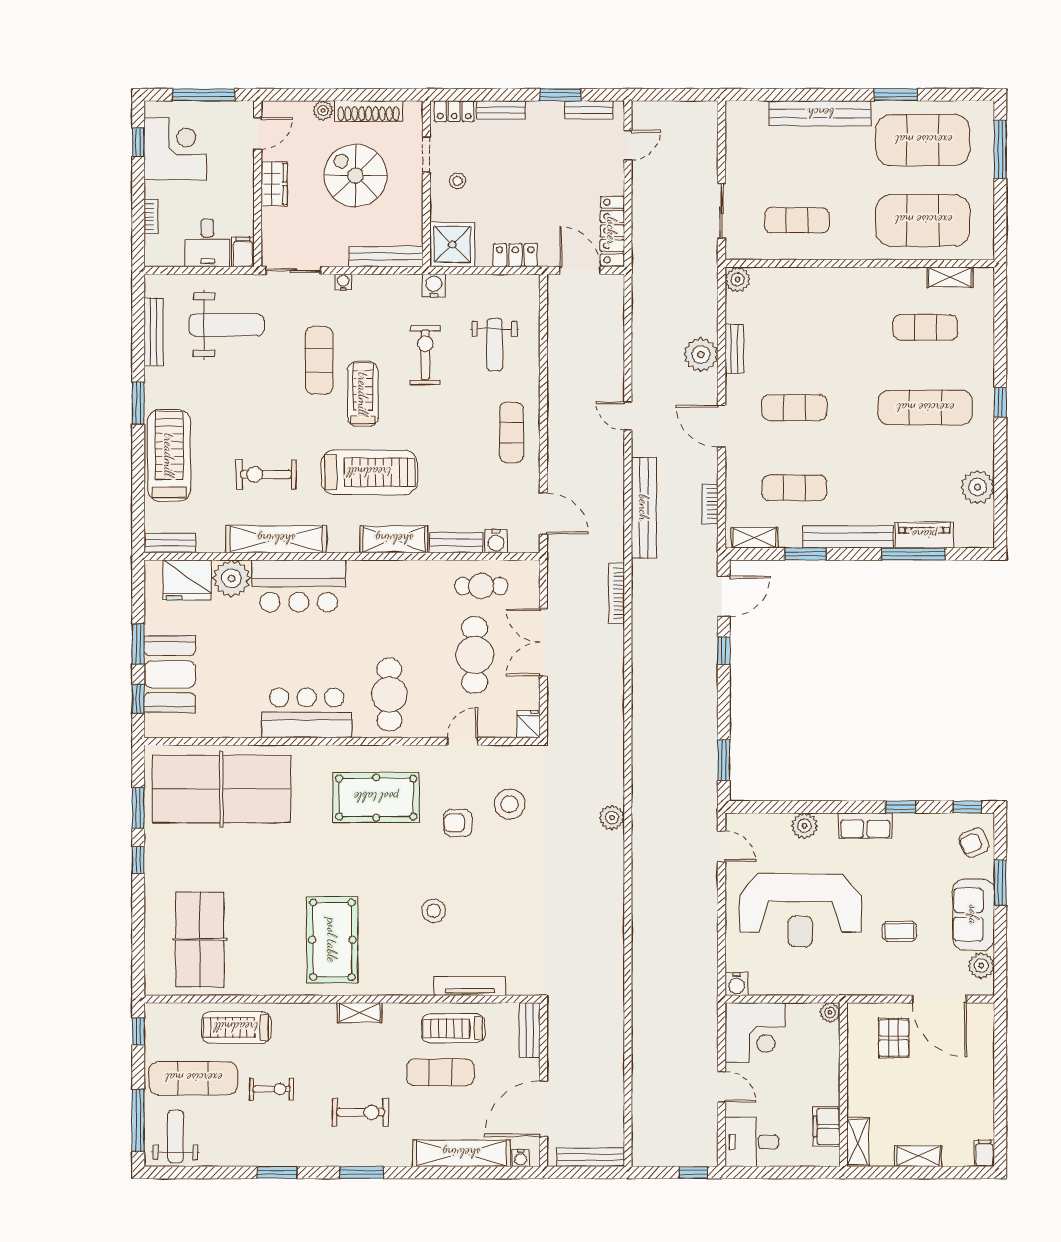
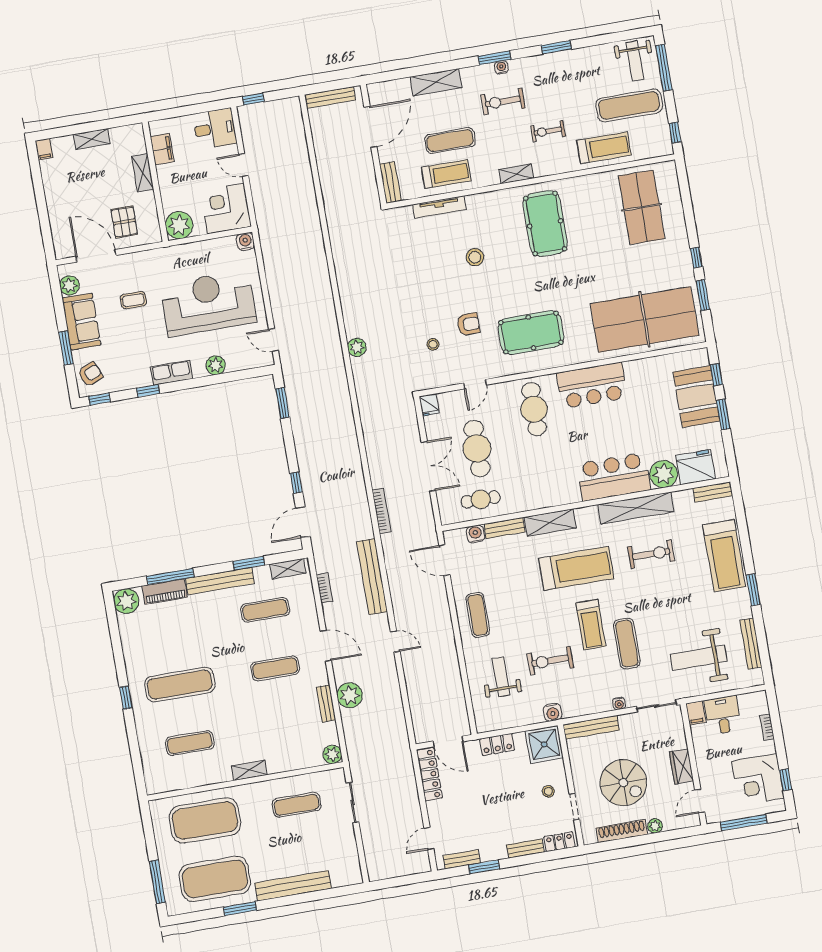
shelving: (950, 277) -> (249, 770), moved
exercise bike: (425, 355) -> (550, 661), turned 90
treadmill: (369, 472) -> (576, 568), turned 180
plant: (978, 487) -> (126, 601), moved
stool: (510, 804) -> (433, 344), width x0.53, depth x0.53
plant: (830, 1012) -> (179, 225), width x1.88, depth x1.88
exercise bike: (272, 1089) -> (548, 131), moved
shelving: (858, 1142) -> (143, 173), moved
shelving: (461, 1153) -> (436, 82), width x0.68
water cooler: (521, 1158) -> (501, 67), moved

